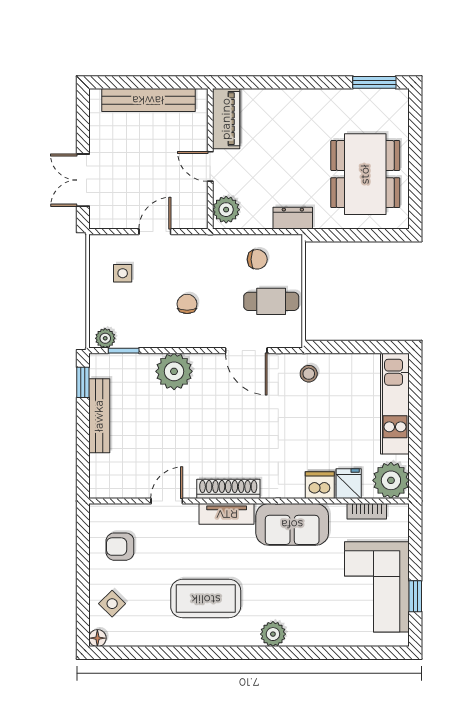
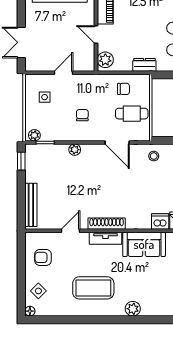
plant: (174, 371) -> (75, 150), width x0.53, depth x0.53
bench: (99, 416) -> (31, 205), moved

